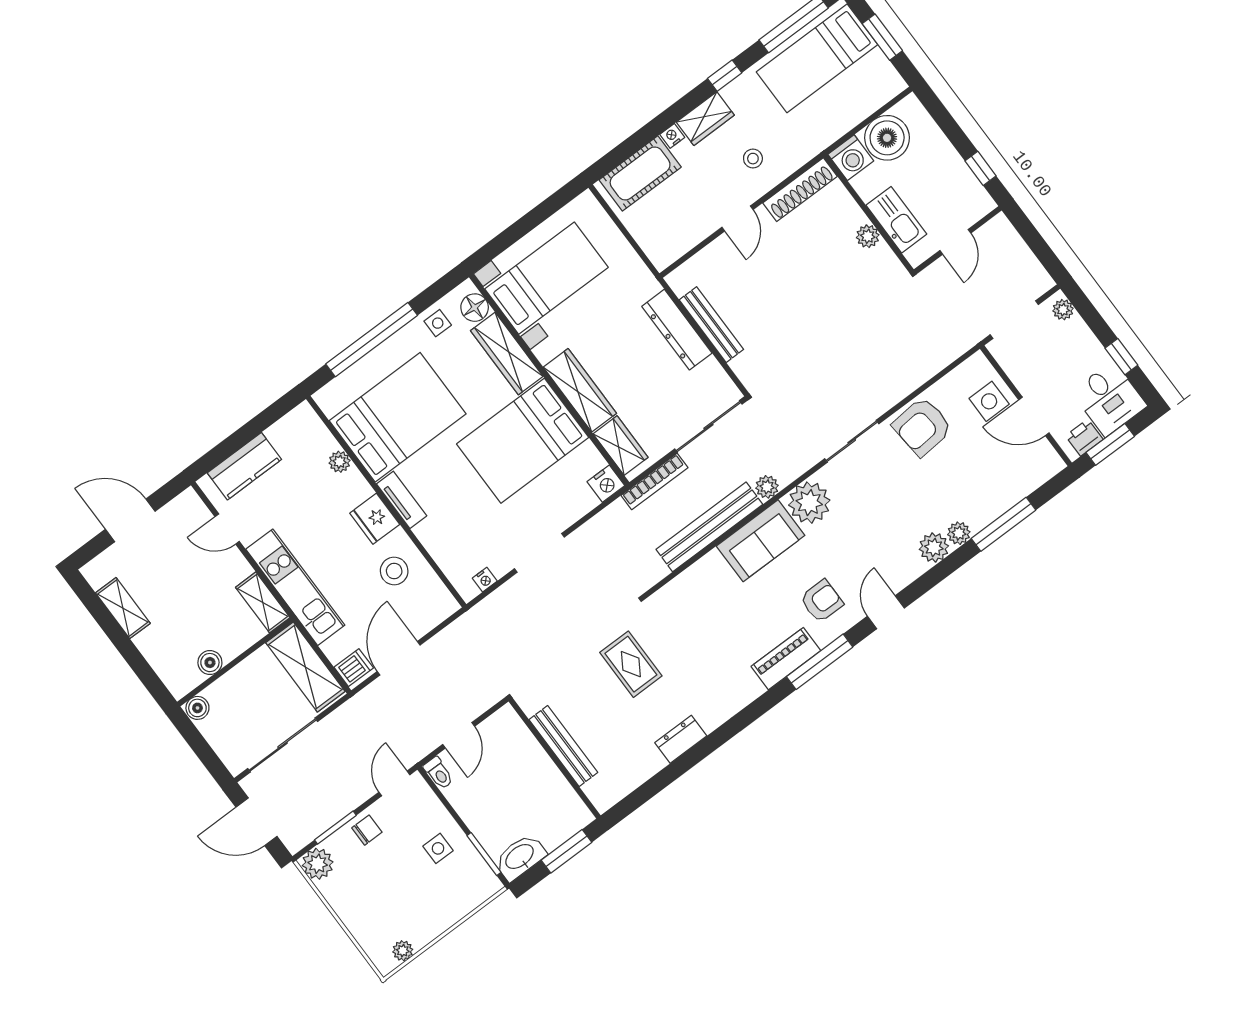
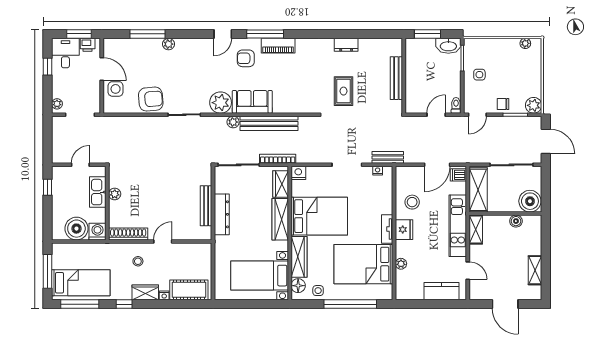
window: (882, 37) -> (47, 271), width x1.44
plant: (934, 548) -> (183, 46), removed
bench: (484, 612) -> (388, 157), added
boiler: (197, 708) -> (530, 201), width x1.86, depth x1.86

